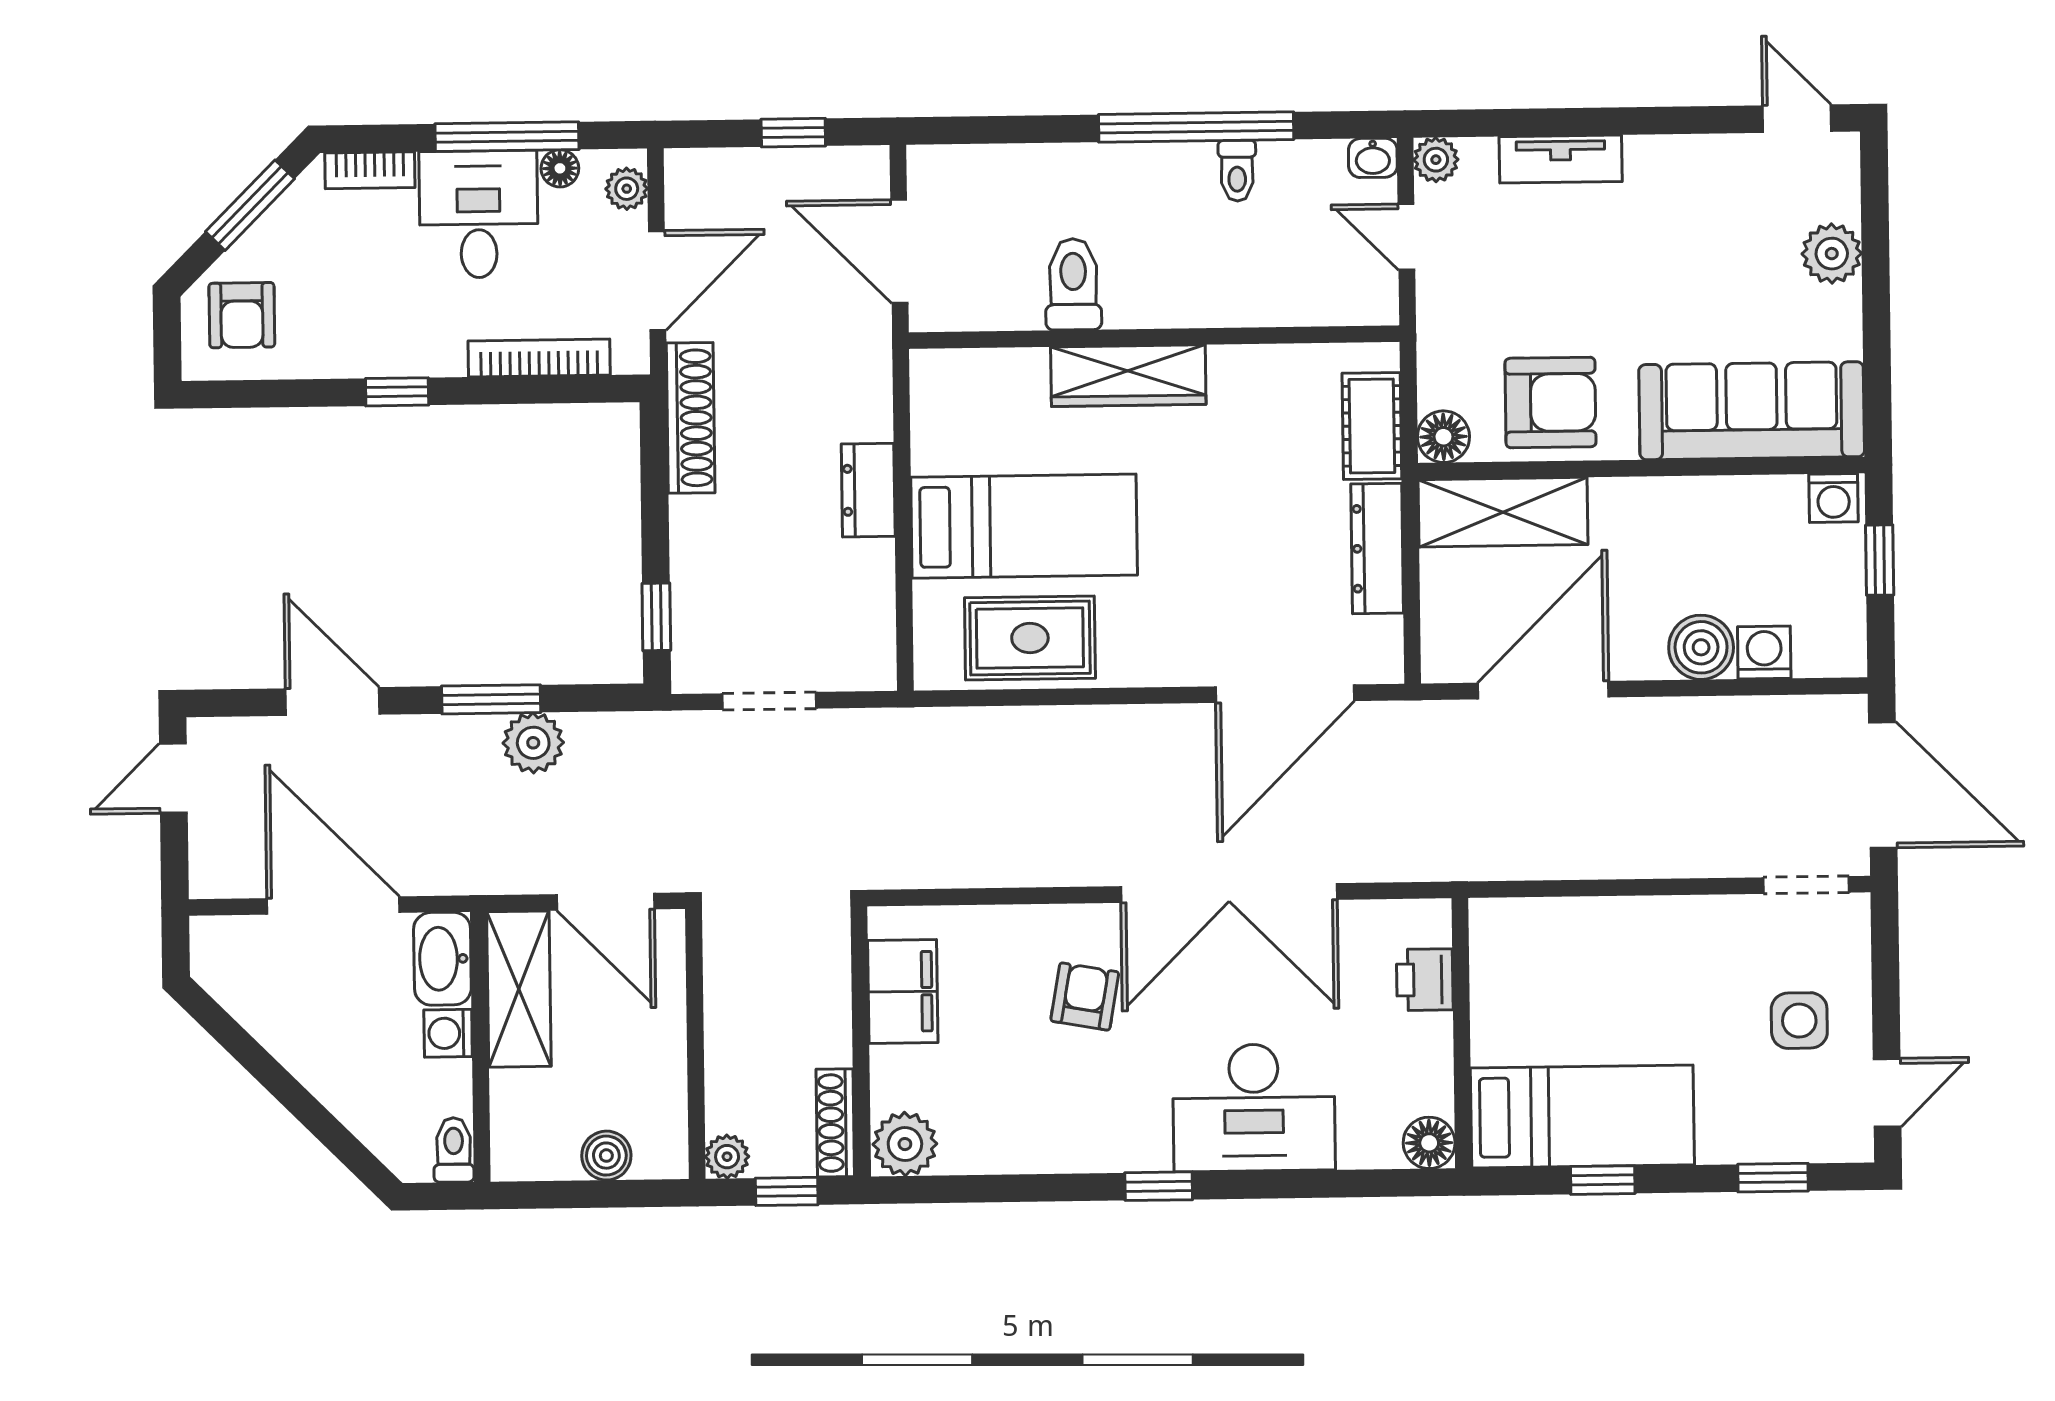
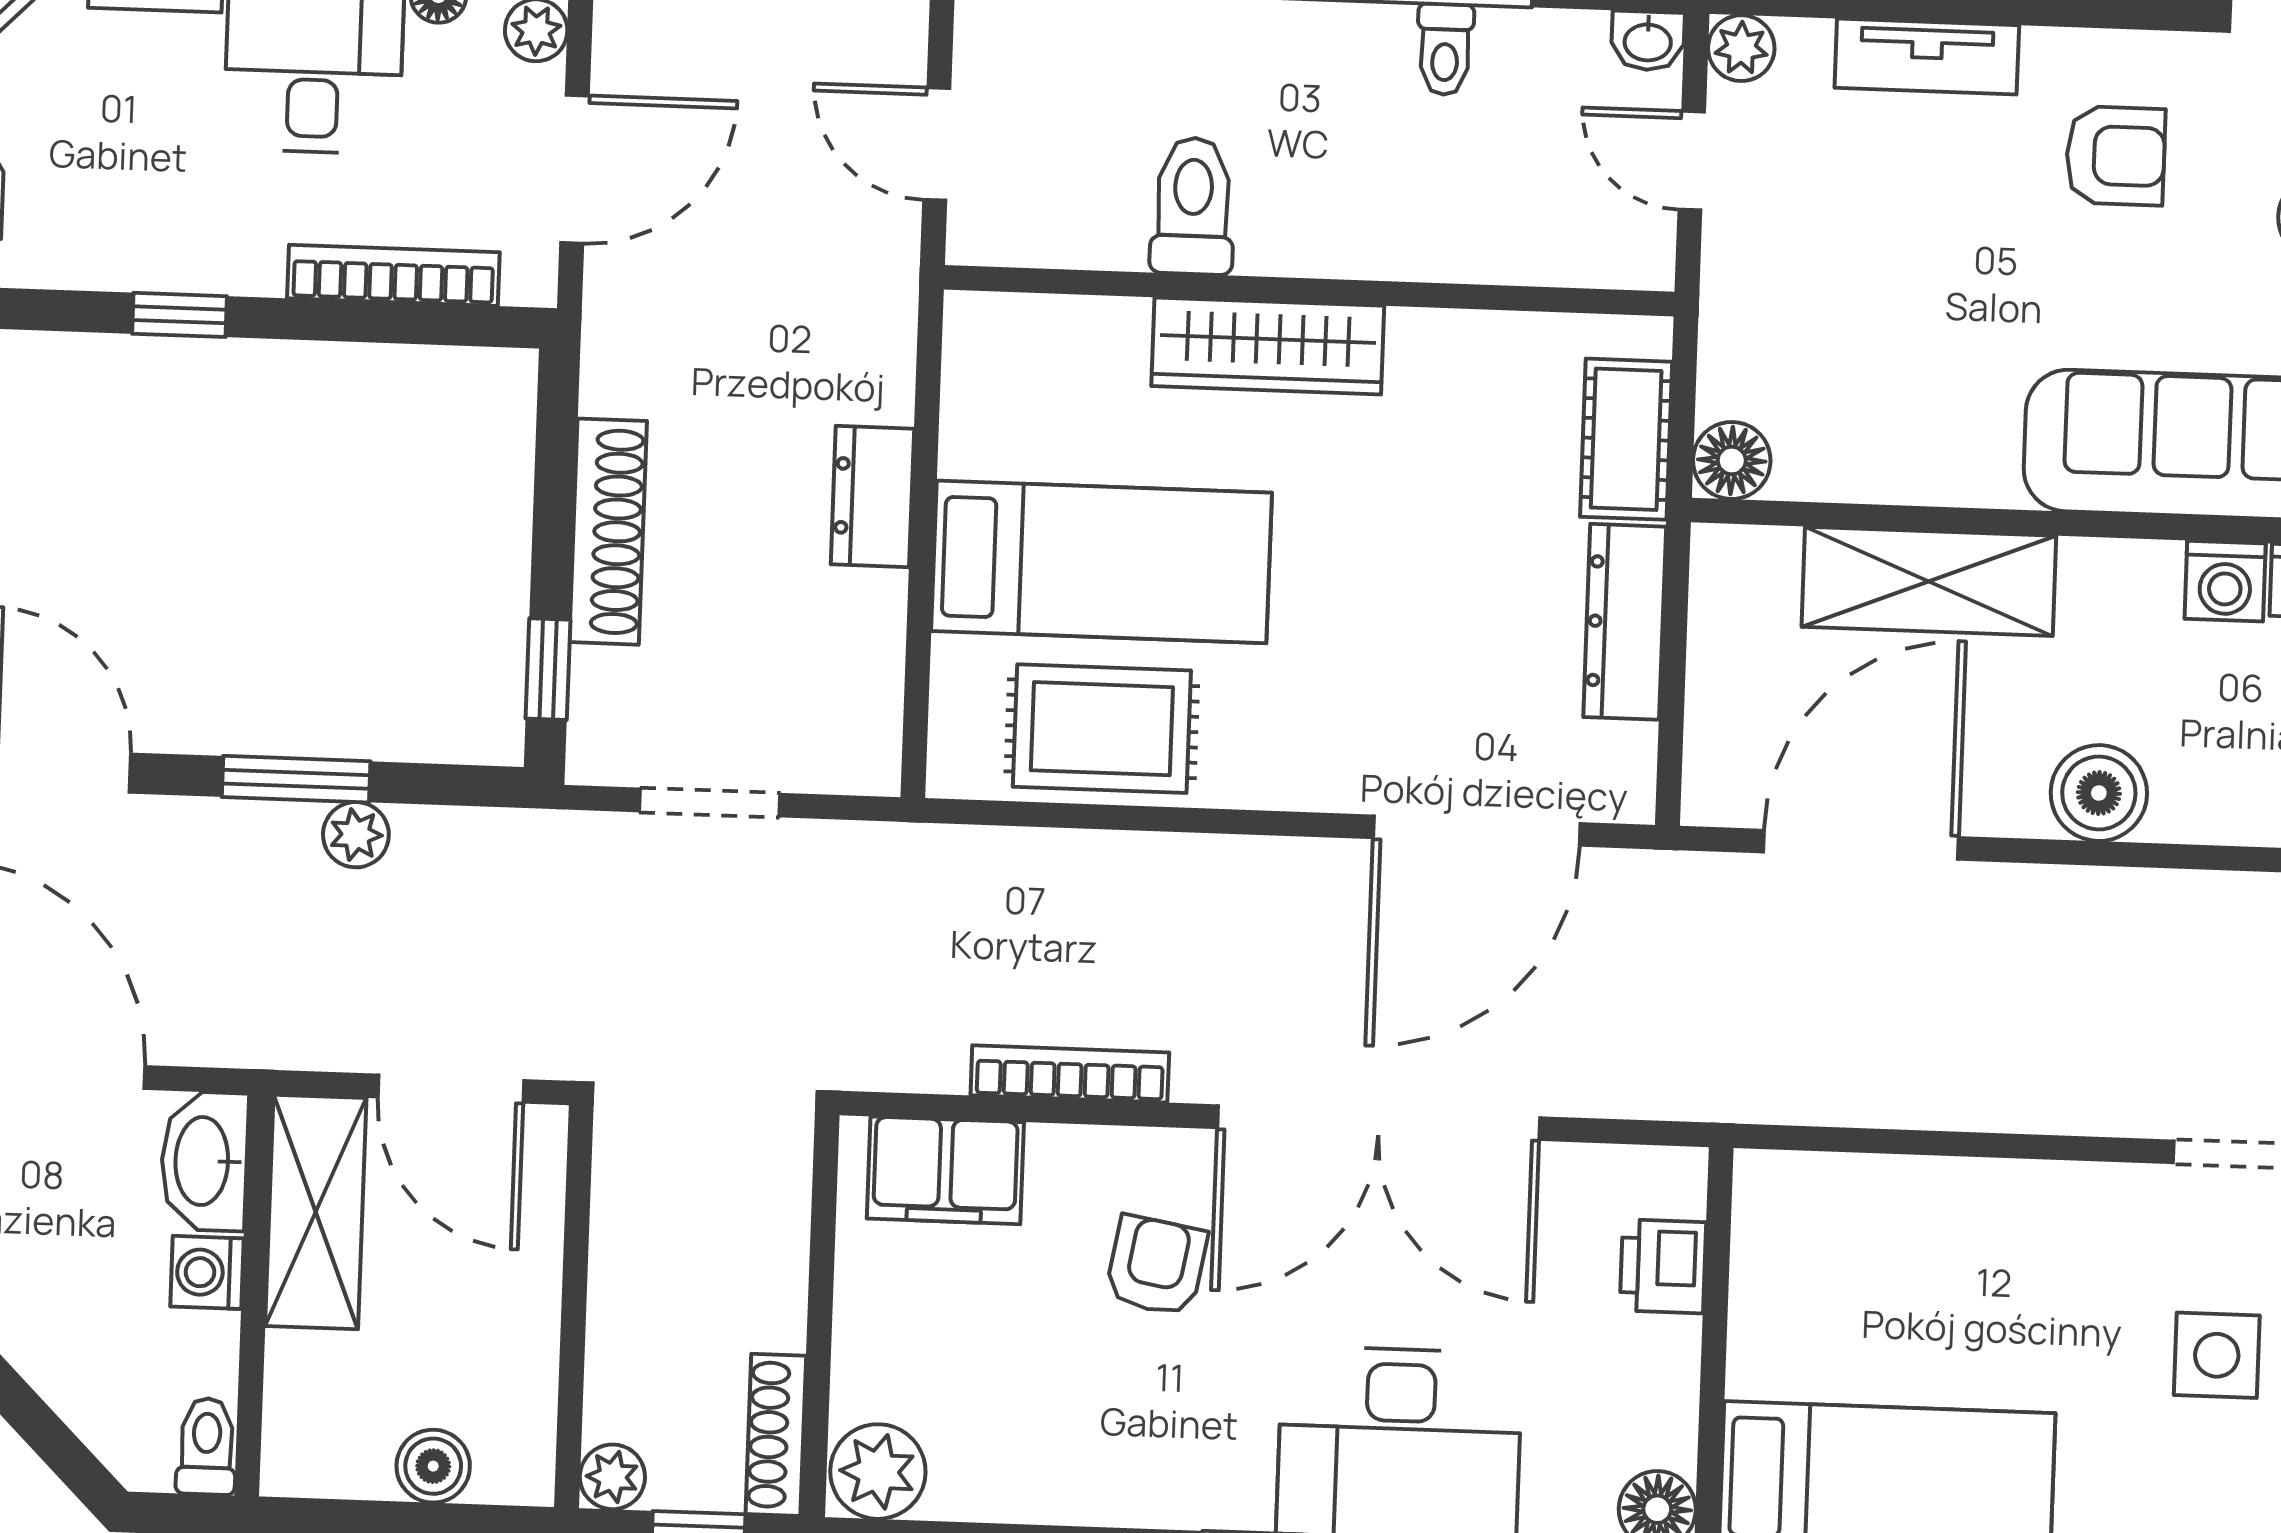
door: (899, 251) -> (937, 144), width x0.73
armchair: (1550, 403) -> (2116, 156), moved, width x0.72, depth x0.72
shoe rack: (691, 418) -> (608, 532), moved
shelving: (1503, 512) -> (1929, 581), moved
washing machine: (1764, 652) -> (2225, 581), moved, turned 180
plant: (533, 743) -> (356, 835), width x0.73, depth x0.73
bookcase: (1020, 871) -> (1070, 1074), added
filing cabinet: (903, 991) -> (945, 1170), moved, turned 90

